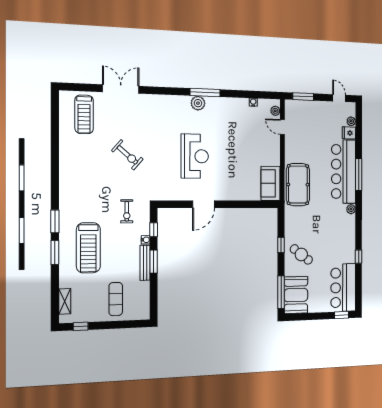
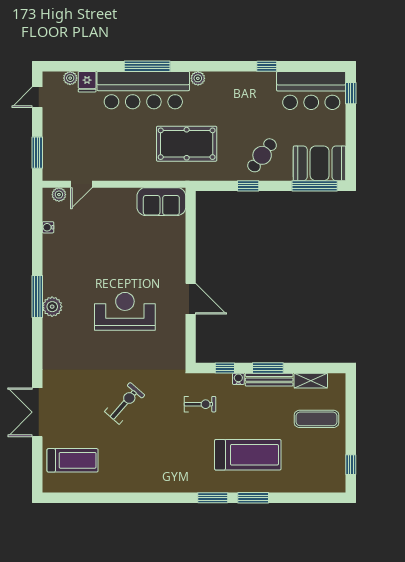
pool table: (298, 185) -> (187, 144), moved
shelving: (65, 301) -> (311, 381), moved

